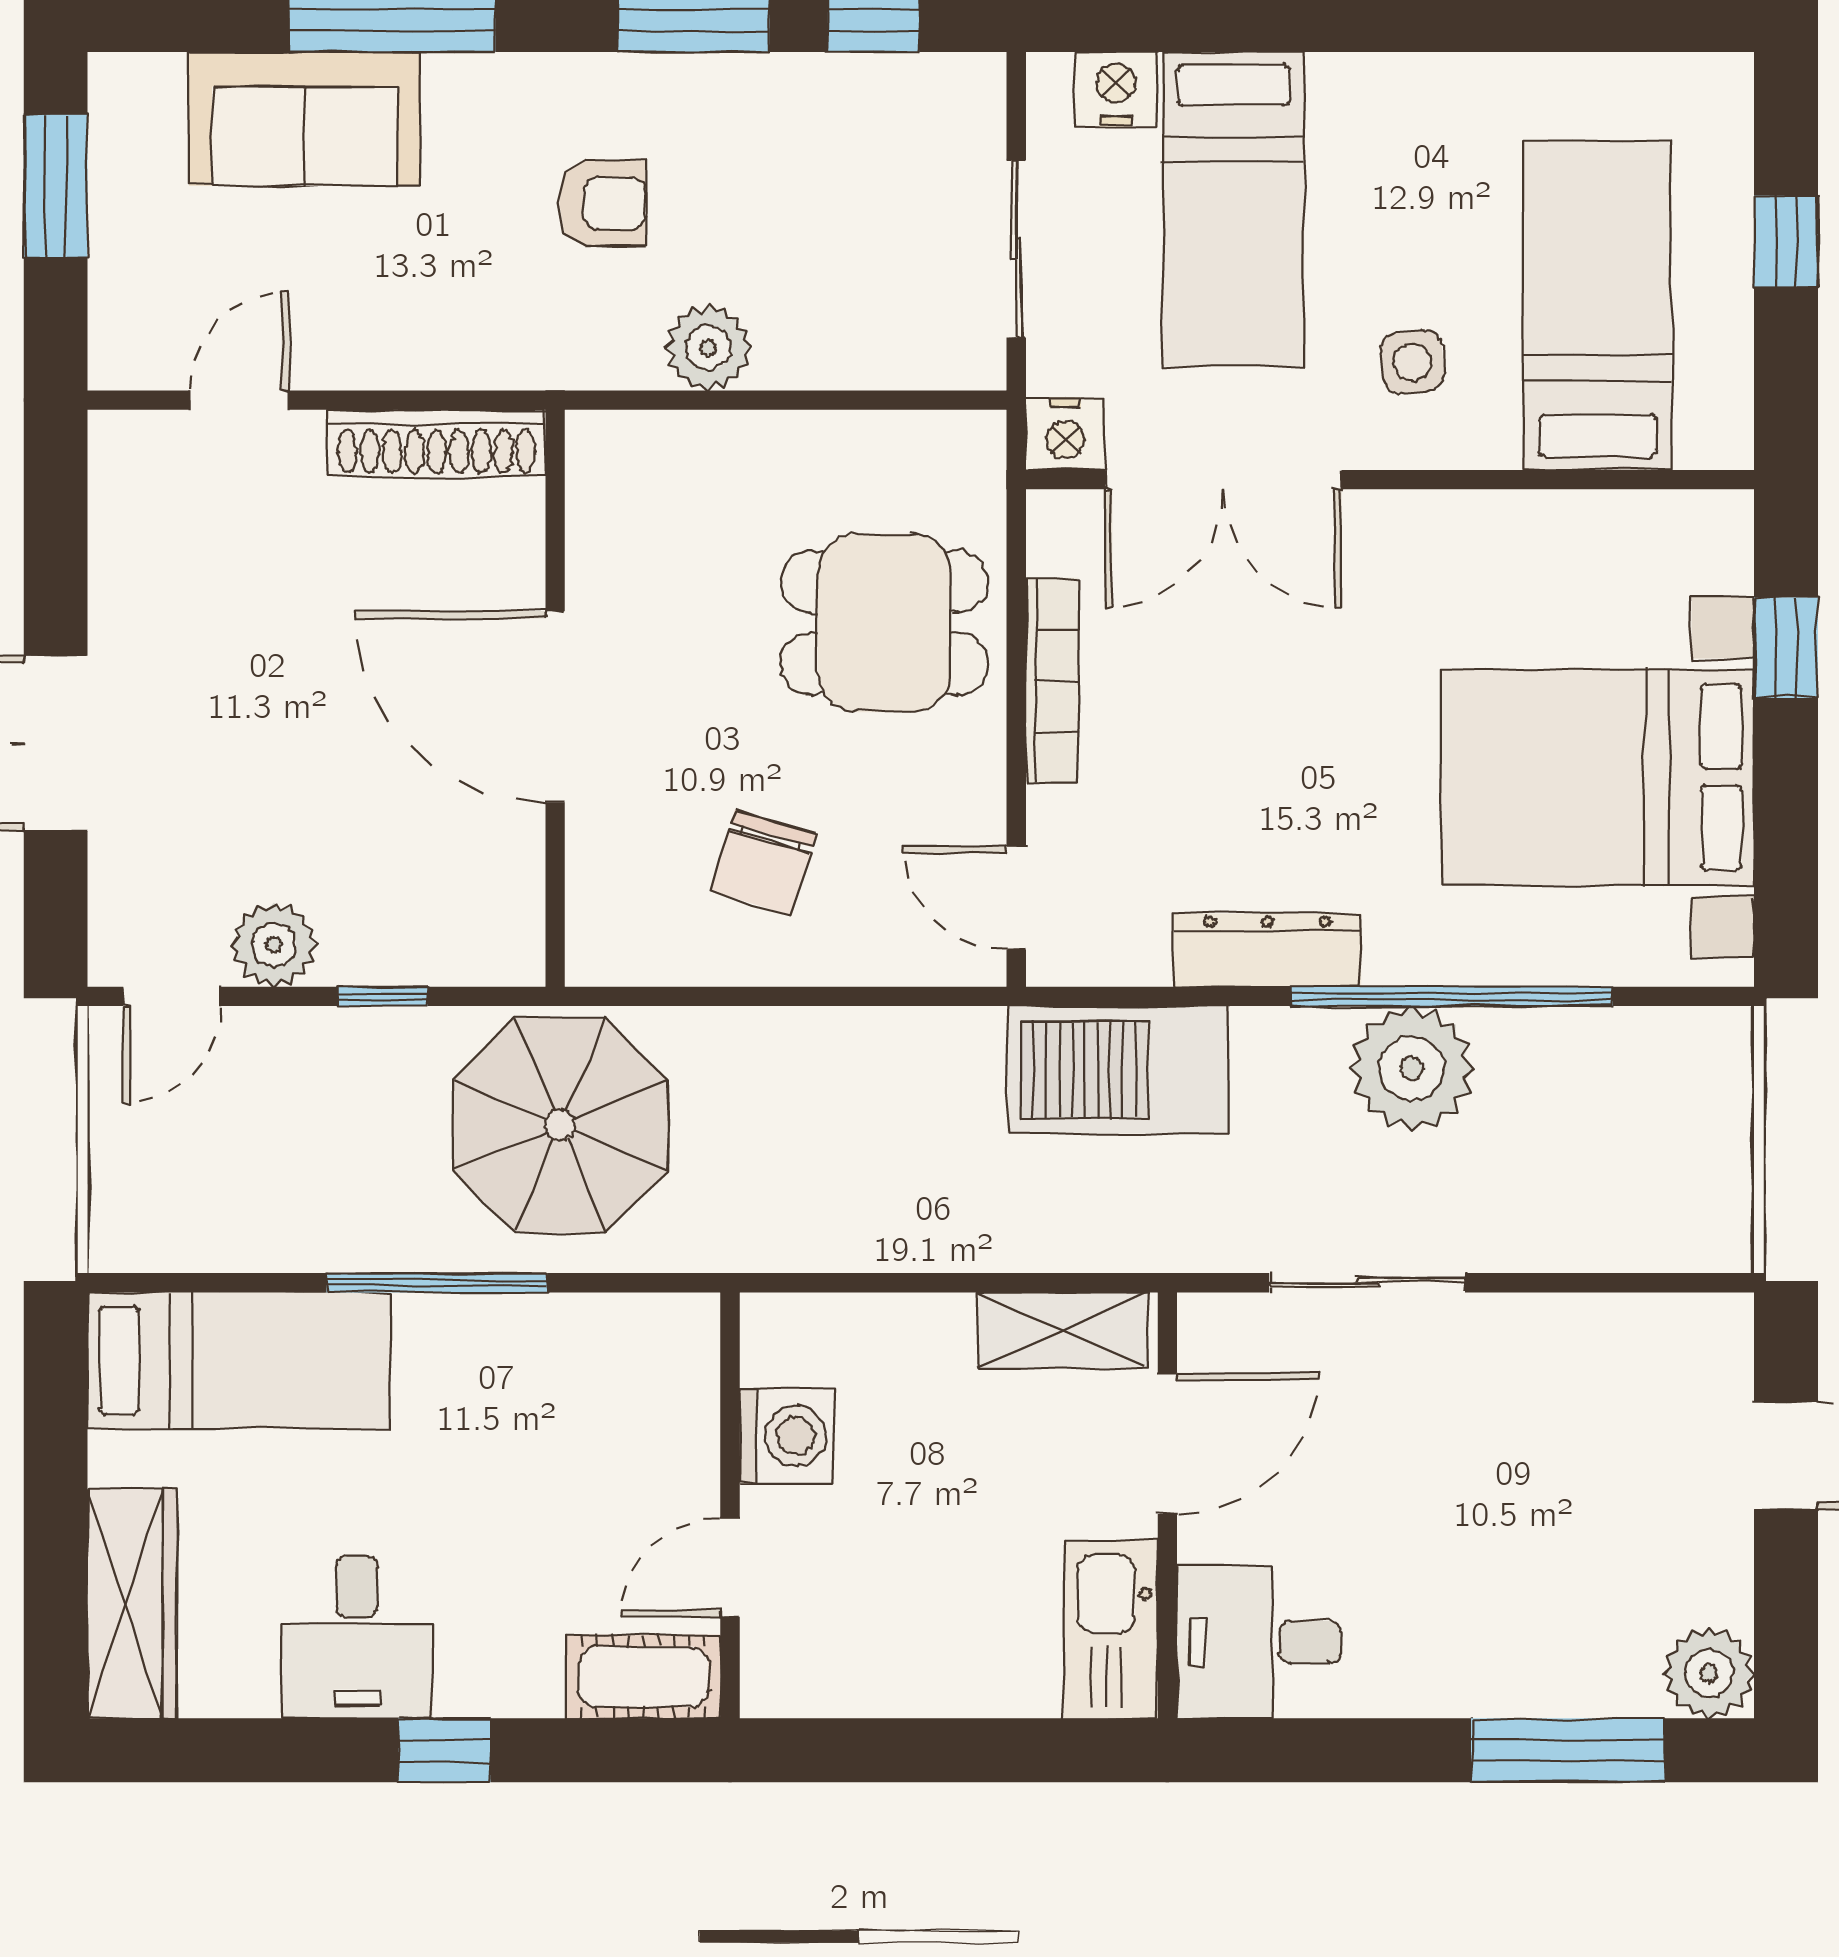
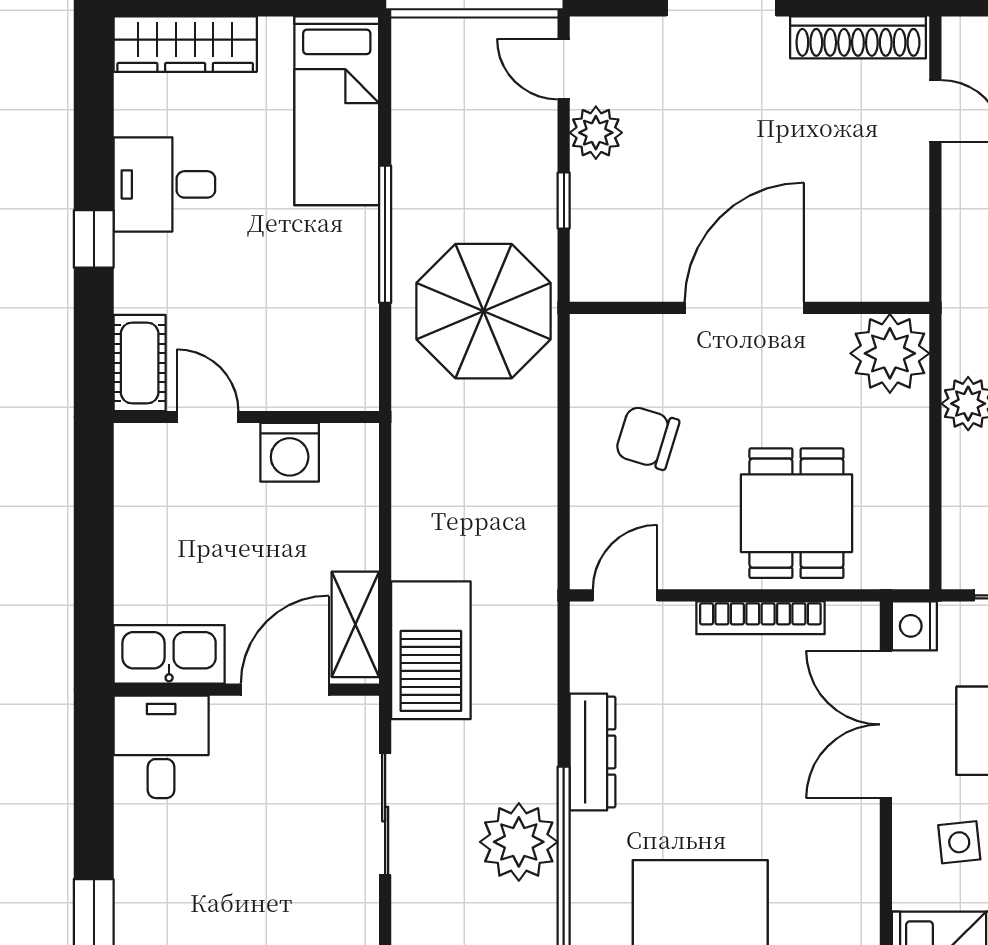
shoe rack: (437, 443) -> (858, 37), moved, turned -90
plant: (628, 473) -> (890, 353), added
barbecue: (1118, 1070) -> (431, 650), moved, turned 180
door: (1167, 1444) -> (285, 690), swing flipped

